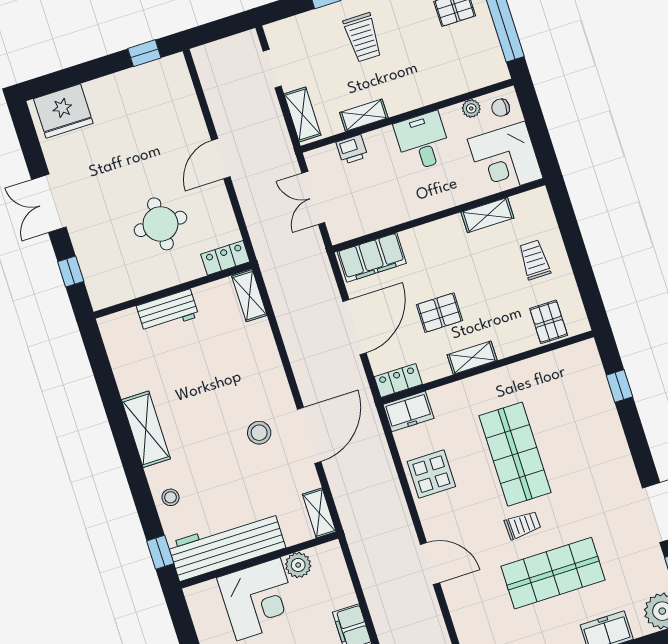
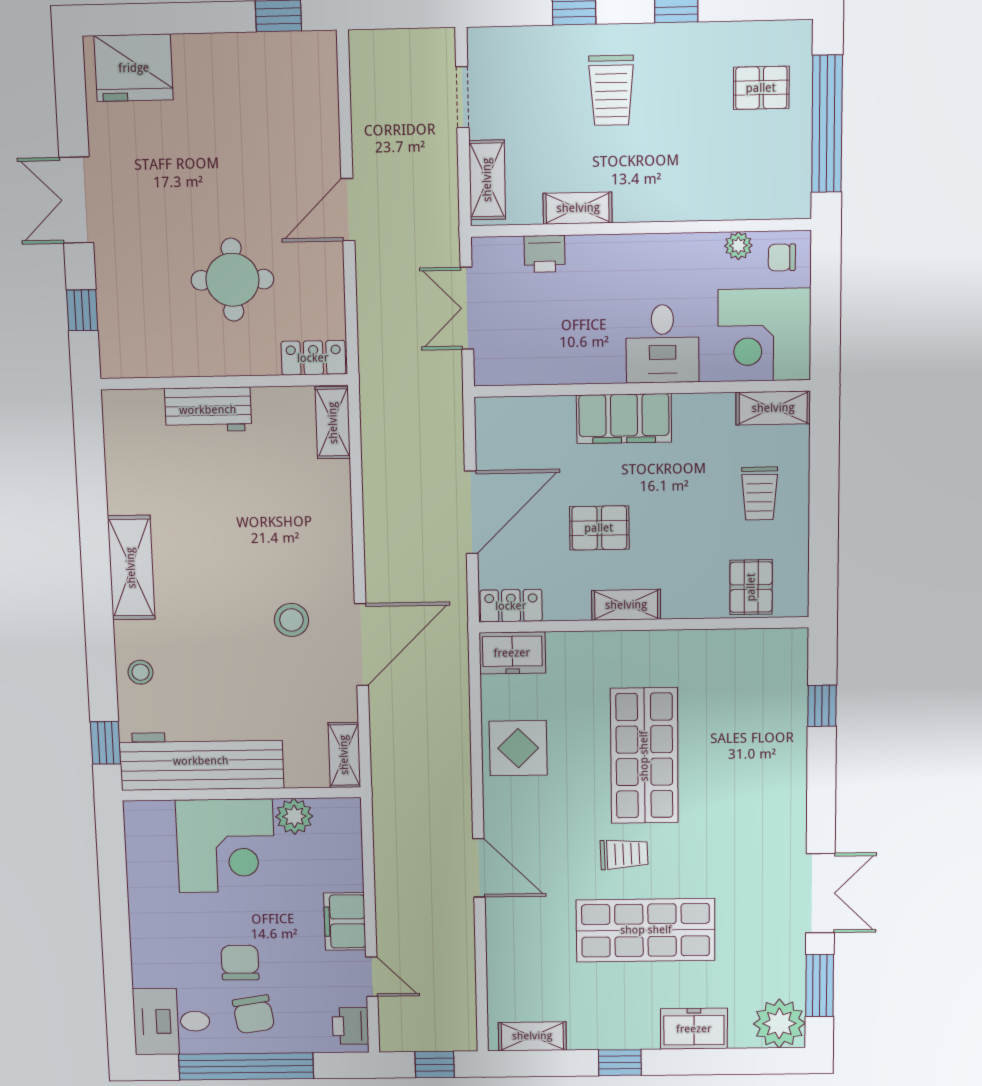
desk: (423, 141) -> (662, 344), moved, turned 180
shelving: (487, 215) -> (773, 408), moved
filing cabinet: (372, 258) -> (624, 419), moved
trolley: (534, 260) -> (759, 494), turned 180

